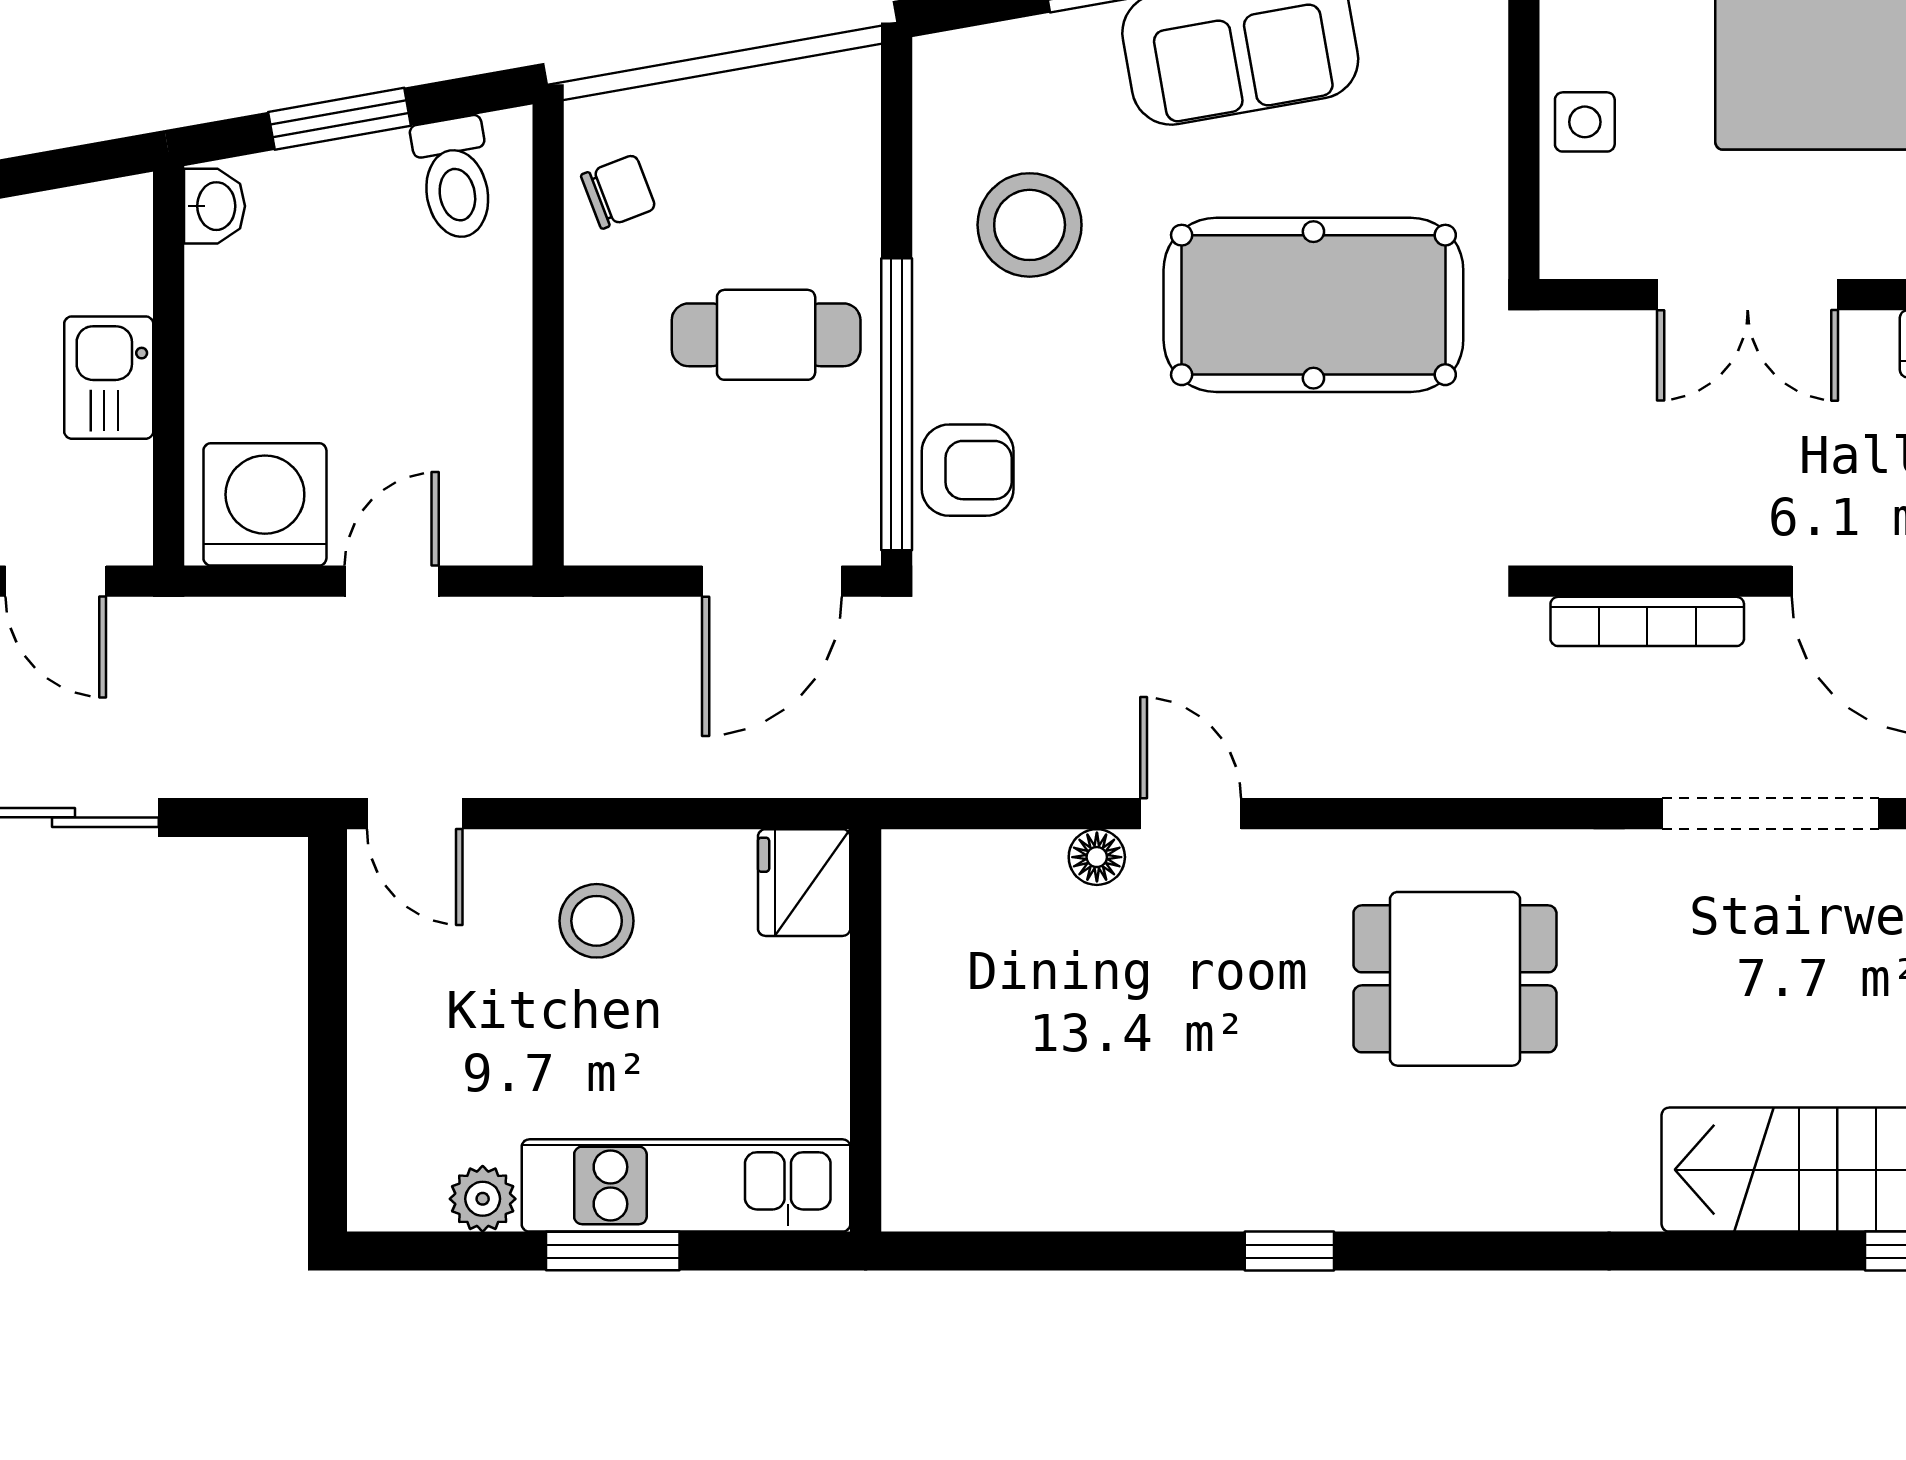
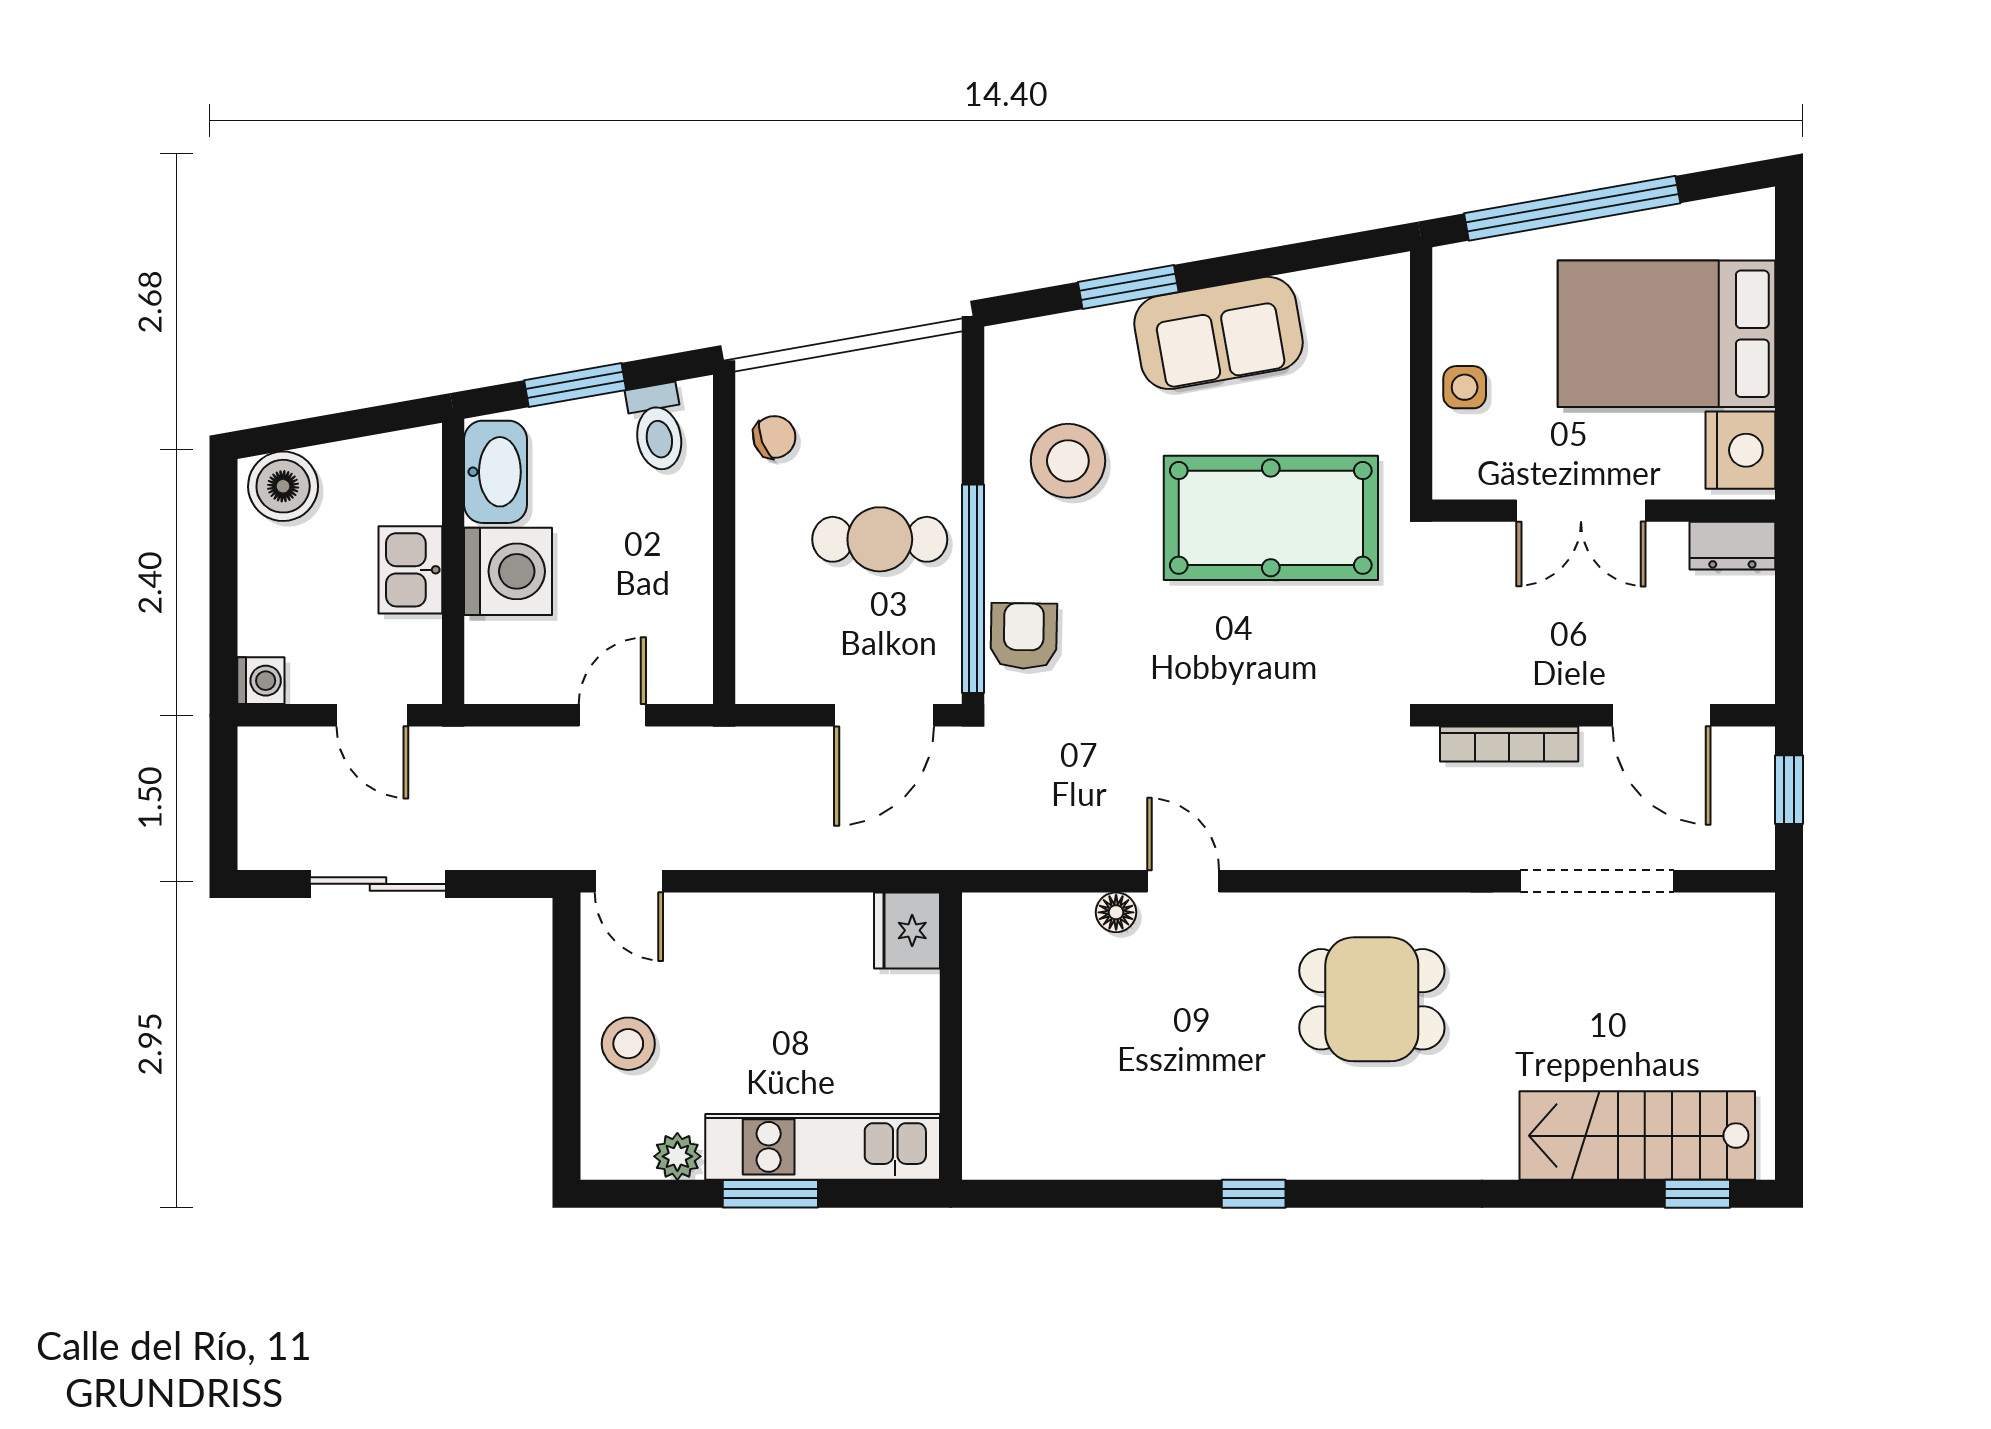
washbasin: (214, 206) -> (496, 472), width x1.91, depth x1.45
armchair: (968, 470) -> (1024, 636), turned -89
washing machine: (265, 504) -> (508, 571), moved, turned 90
stool: (597, 921) -> (628, 1044), moved

